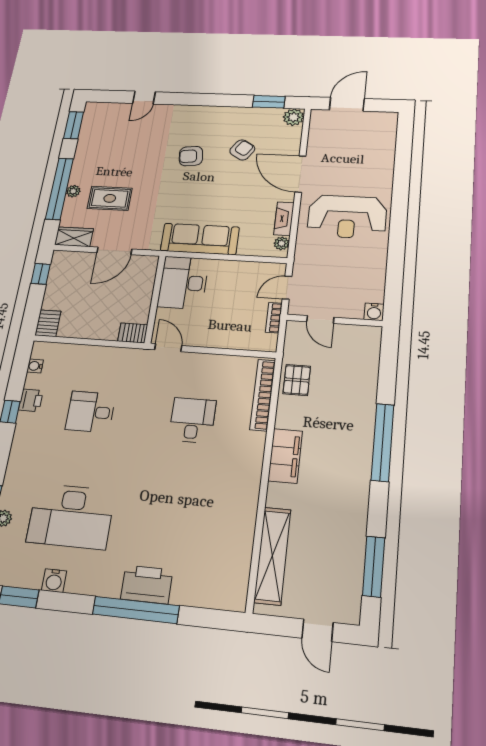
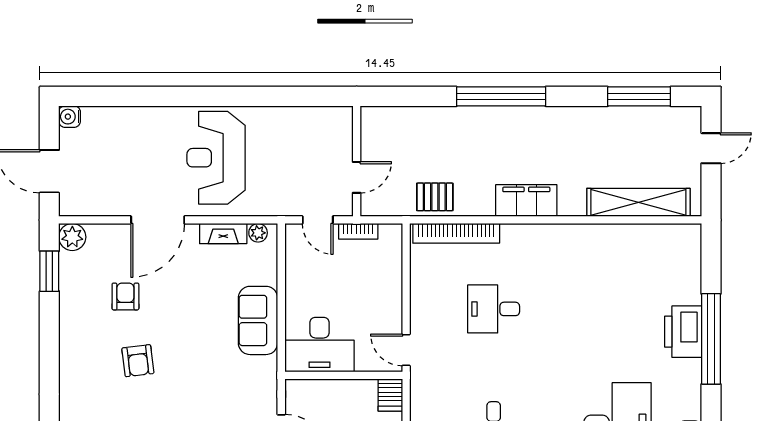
armchair: (242, 150) -> (125, 296), turned 57
reception desk: (347, 217) -> (216, 158), turned 180
sofa: (200, 239) -> (258, 320), width x0.73
water cooler: (374, 312) -> (70, 117), moved, turned 180
door: (168, 348) -> (406, 350), hinge flipped

